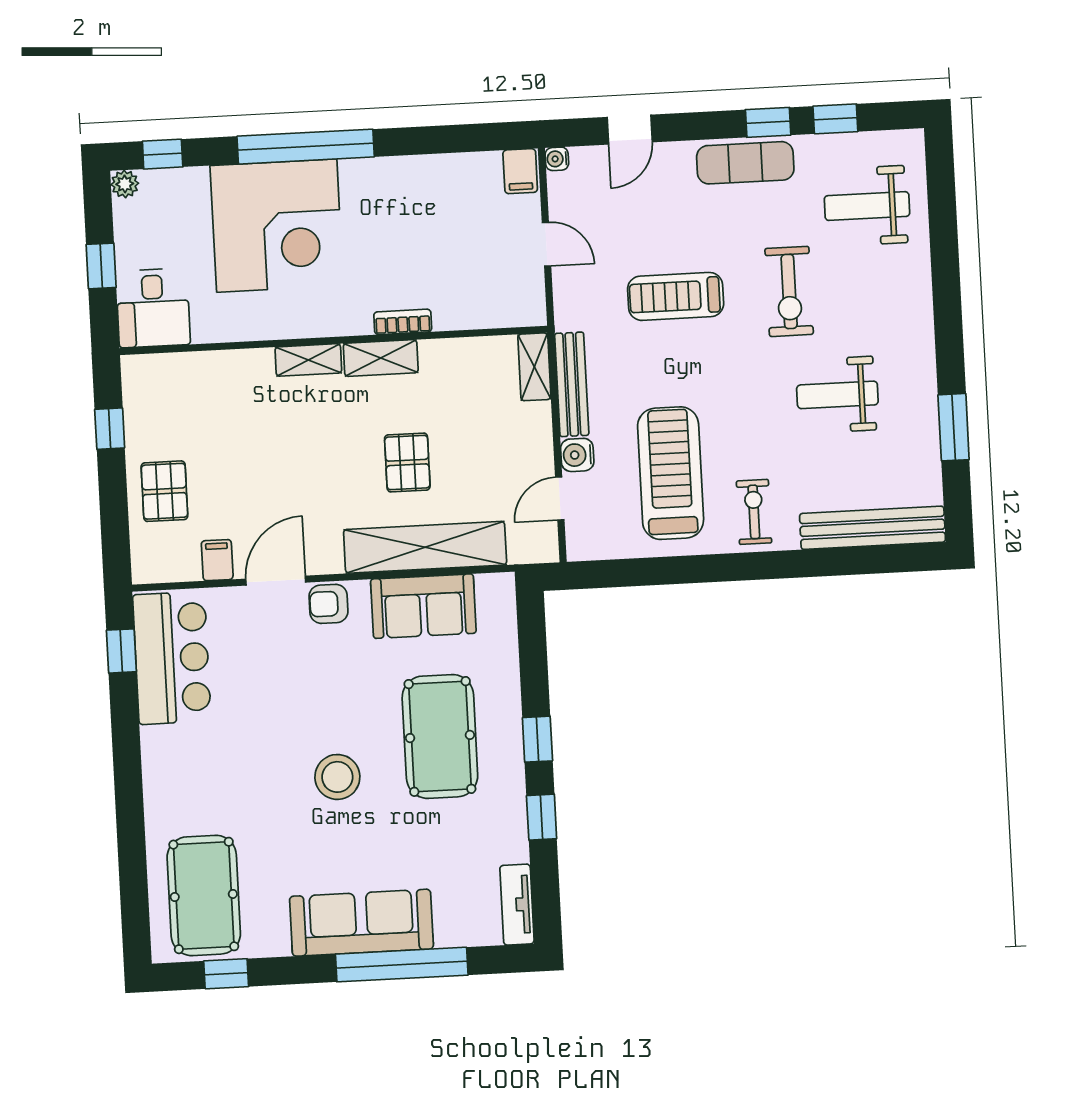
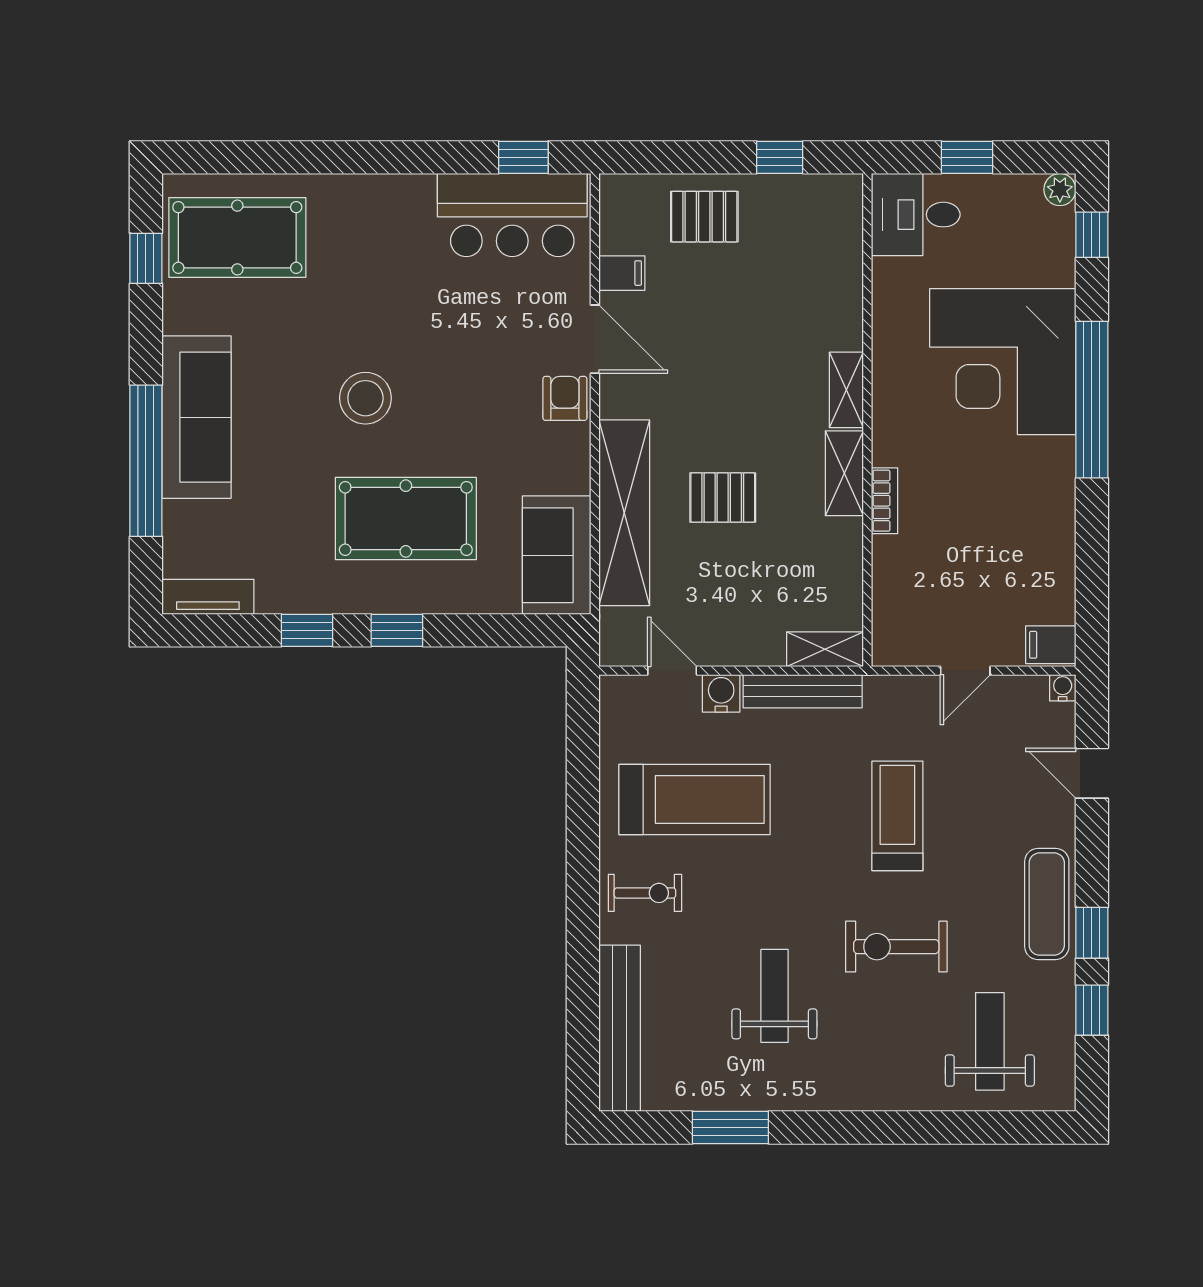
sofa: (423, 606) -> (557, 555), moved

